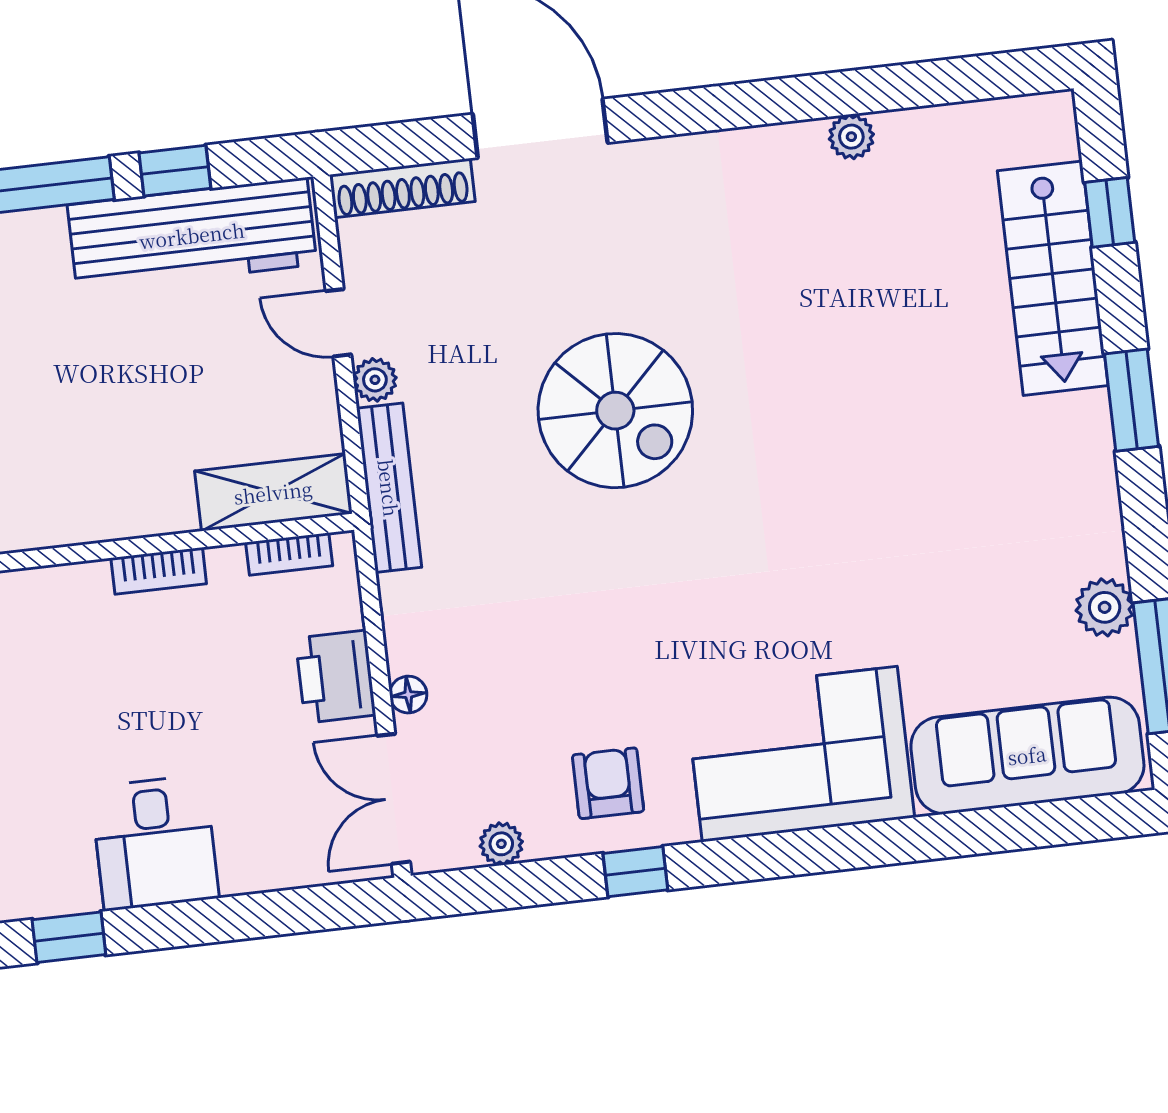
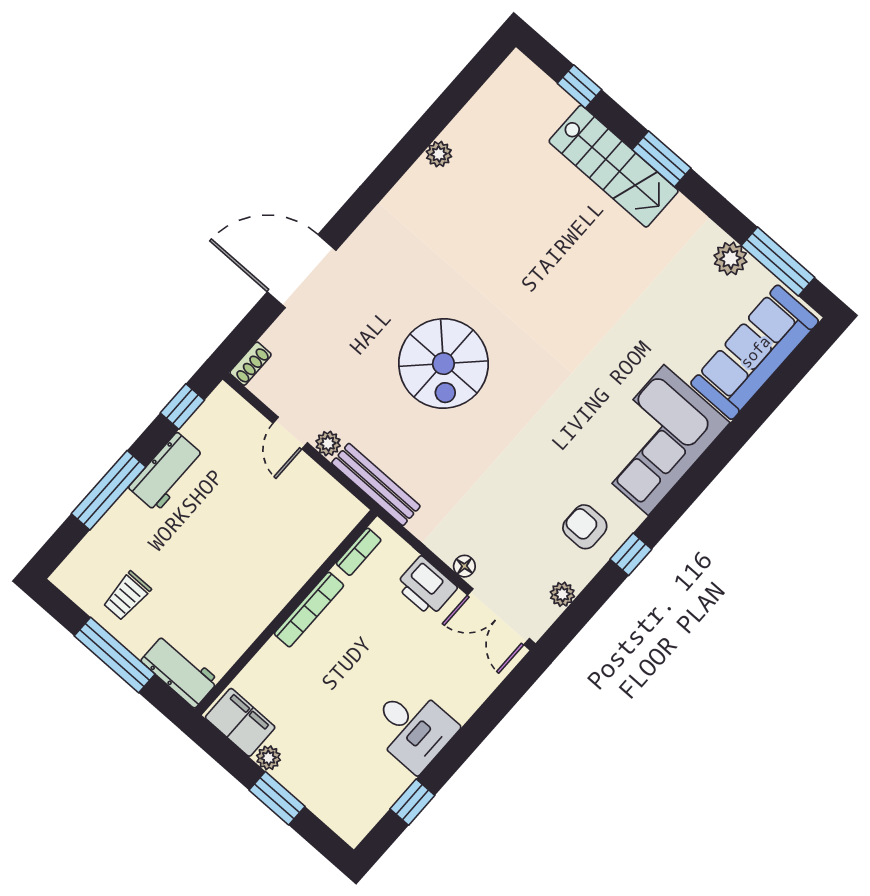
window: (175, 171) -> (182, 406), moved
shoe rack: (402, 188) -> (250, 364), width x0.51, depth x0.81
workbench: (192, 235) -> (167, 472), width x0.53, depth x0.76
stairs: (1053, 278) -> (614, 166), moved
door: (338, 323) -> (290, 433), hinge flipped
spiral stairs: (615, 411) -> (443, 364), turned 90
shelving: (273, 492) -> (328, 531), removed
bookcase: (159, 571) -> (309, 610), width x1.56

